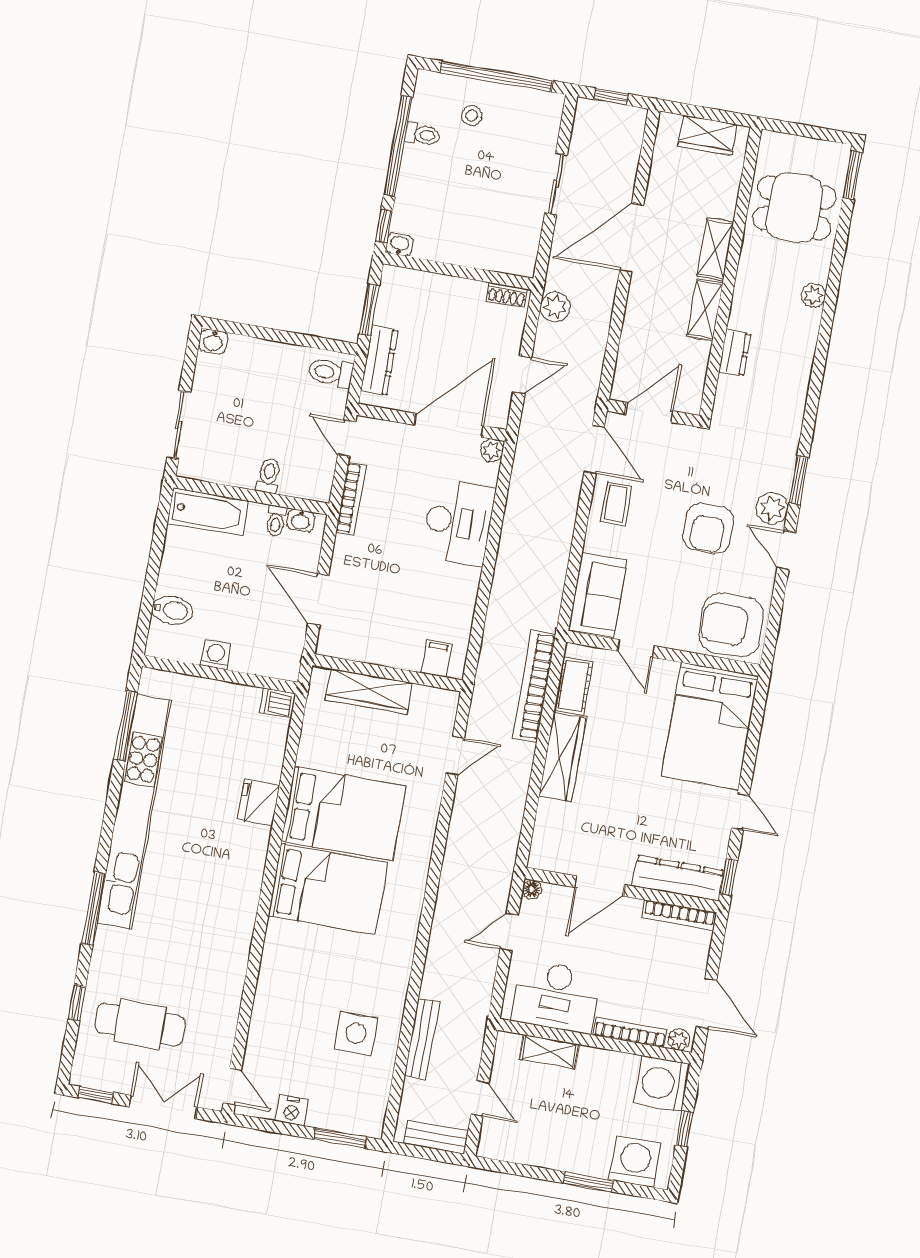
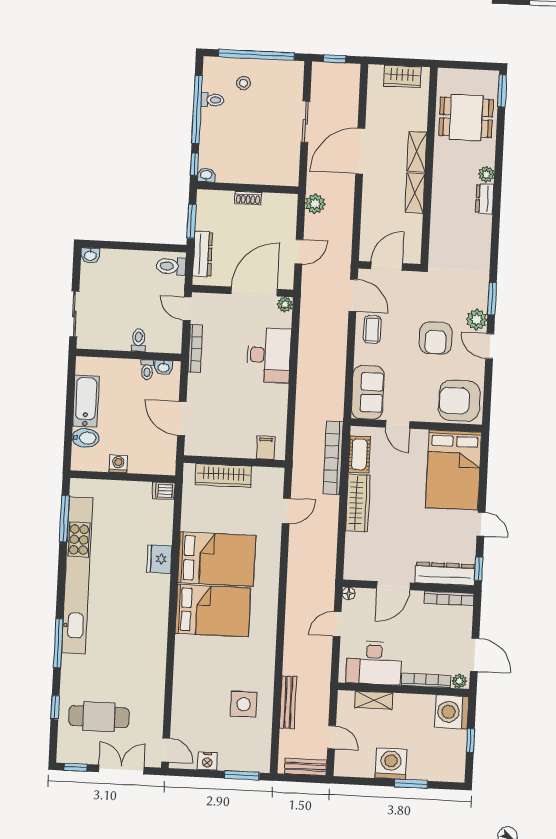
shoe rack: (507, 295) -> (248, 198), moved
dresser: (735, 353) -> (485, 199), moved, turned 180
bathtub: (208, 512) -> (86, 401), moved, turned -90
washing machine: (635, 1161) -> (391, 764), moved

